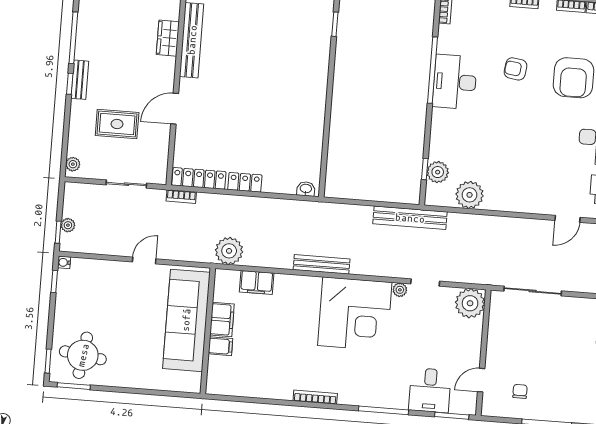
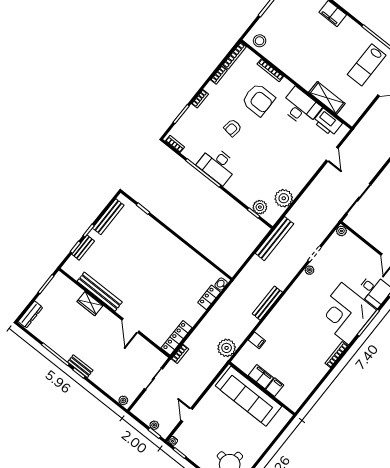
rug: (117, 124) -> (118, 362), removed
locker: (245, 182) -> (209, 297), moved
door: (144, 260) -> (187, 415), moved
filing cabinet: (257, 282) -> (257, 340), width x0.50
plant: (470, 303) -> (341, 231), width x0.53, depth x0.53
corner desk: (355, 314) -> (345, 314), moved, turned 180

